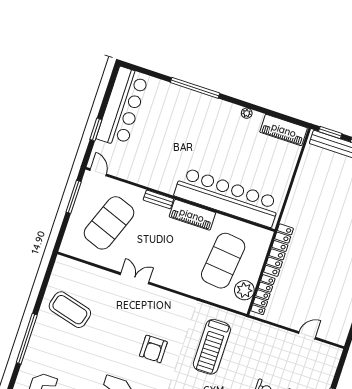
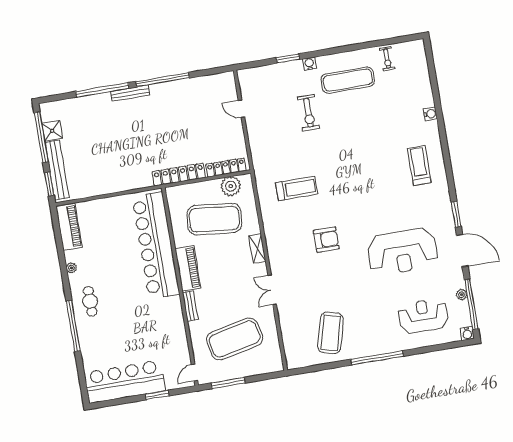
cafe table: (209, 114) -> (90, 301), added
exercise mat: (109, 223) -> (235, 339), turned -33
shelving: (177, 285) -> (257, 249), added
treadmill: (212, 347) -> (297, 188), width x0.73, depth x0.73

